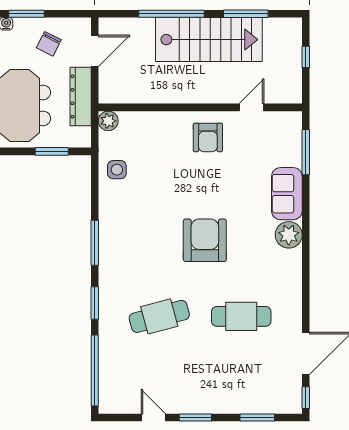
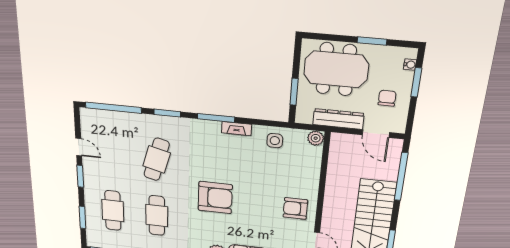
window: (171, 14) -> (401, 177), moved
chair: (49, 44) -> (387, 98), turned 63
fireplace: (106, 217) -> (237, 129), added
cafe table: (159, 316) -> (157, 159), turned 30
cafe table: (241, 376) -> (113, 211), added
door: (153, 418) -> (79, 147), hinge flipped

